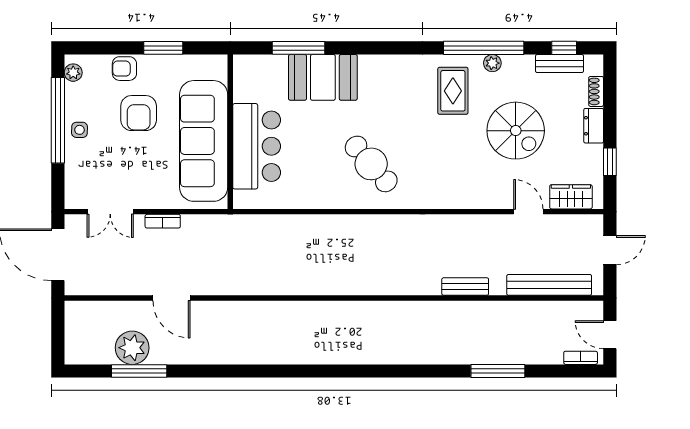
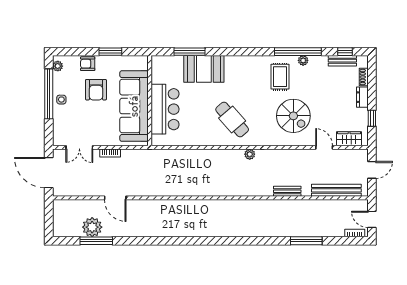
spiral stairs: (516, 131) -> (293, 116), moved
plant: (401, 223) -> (250, 154), added

